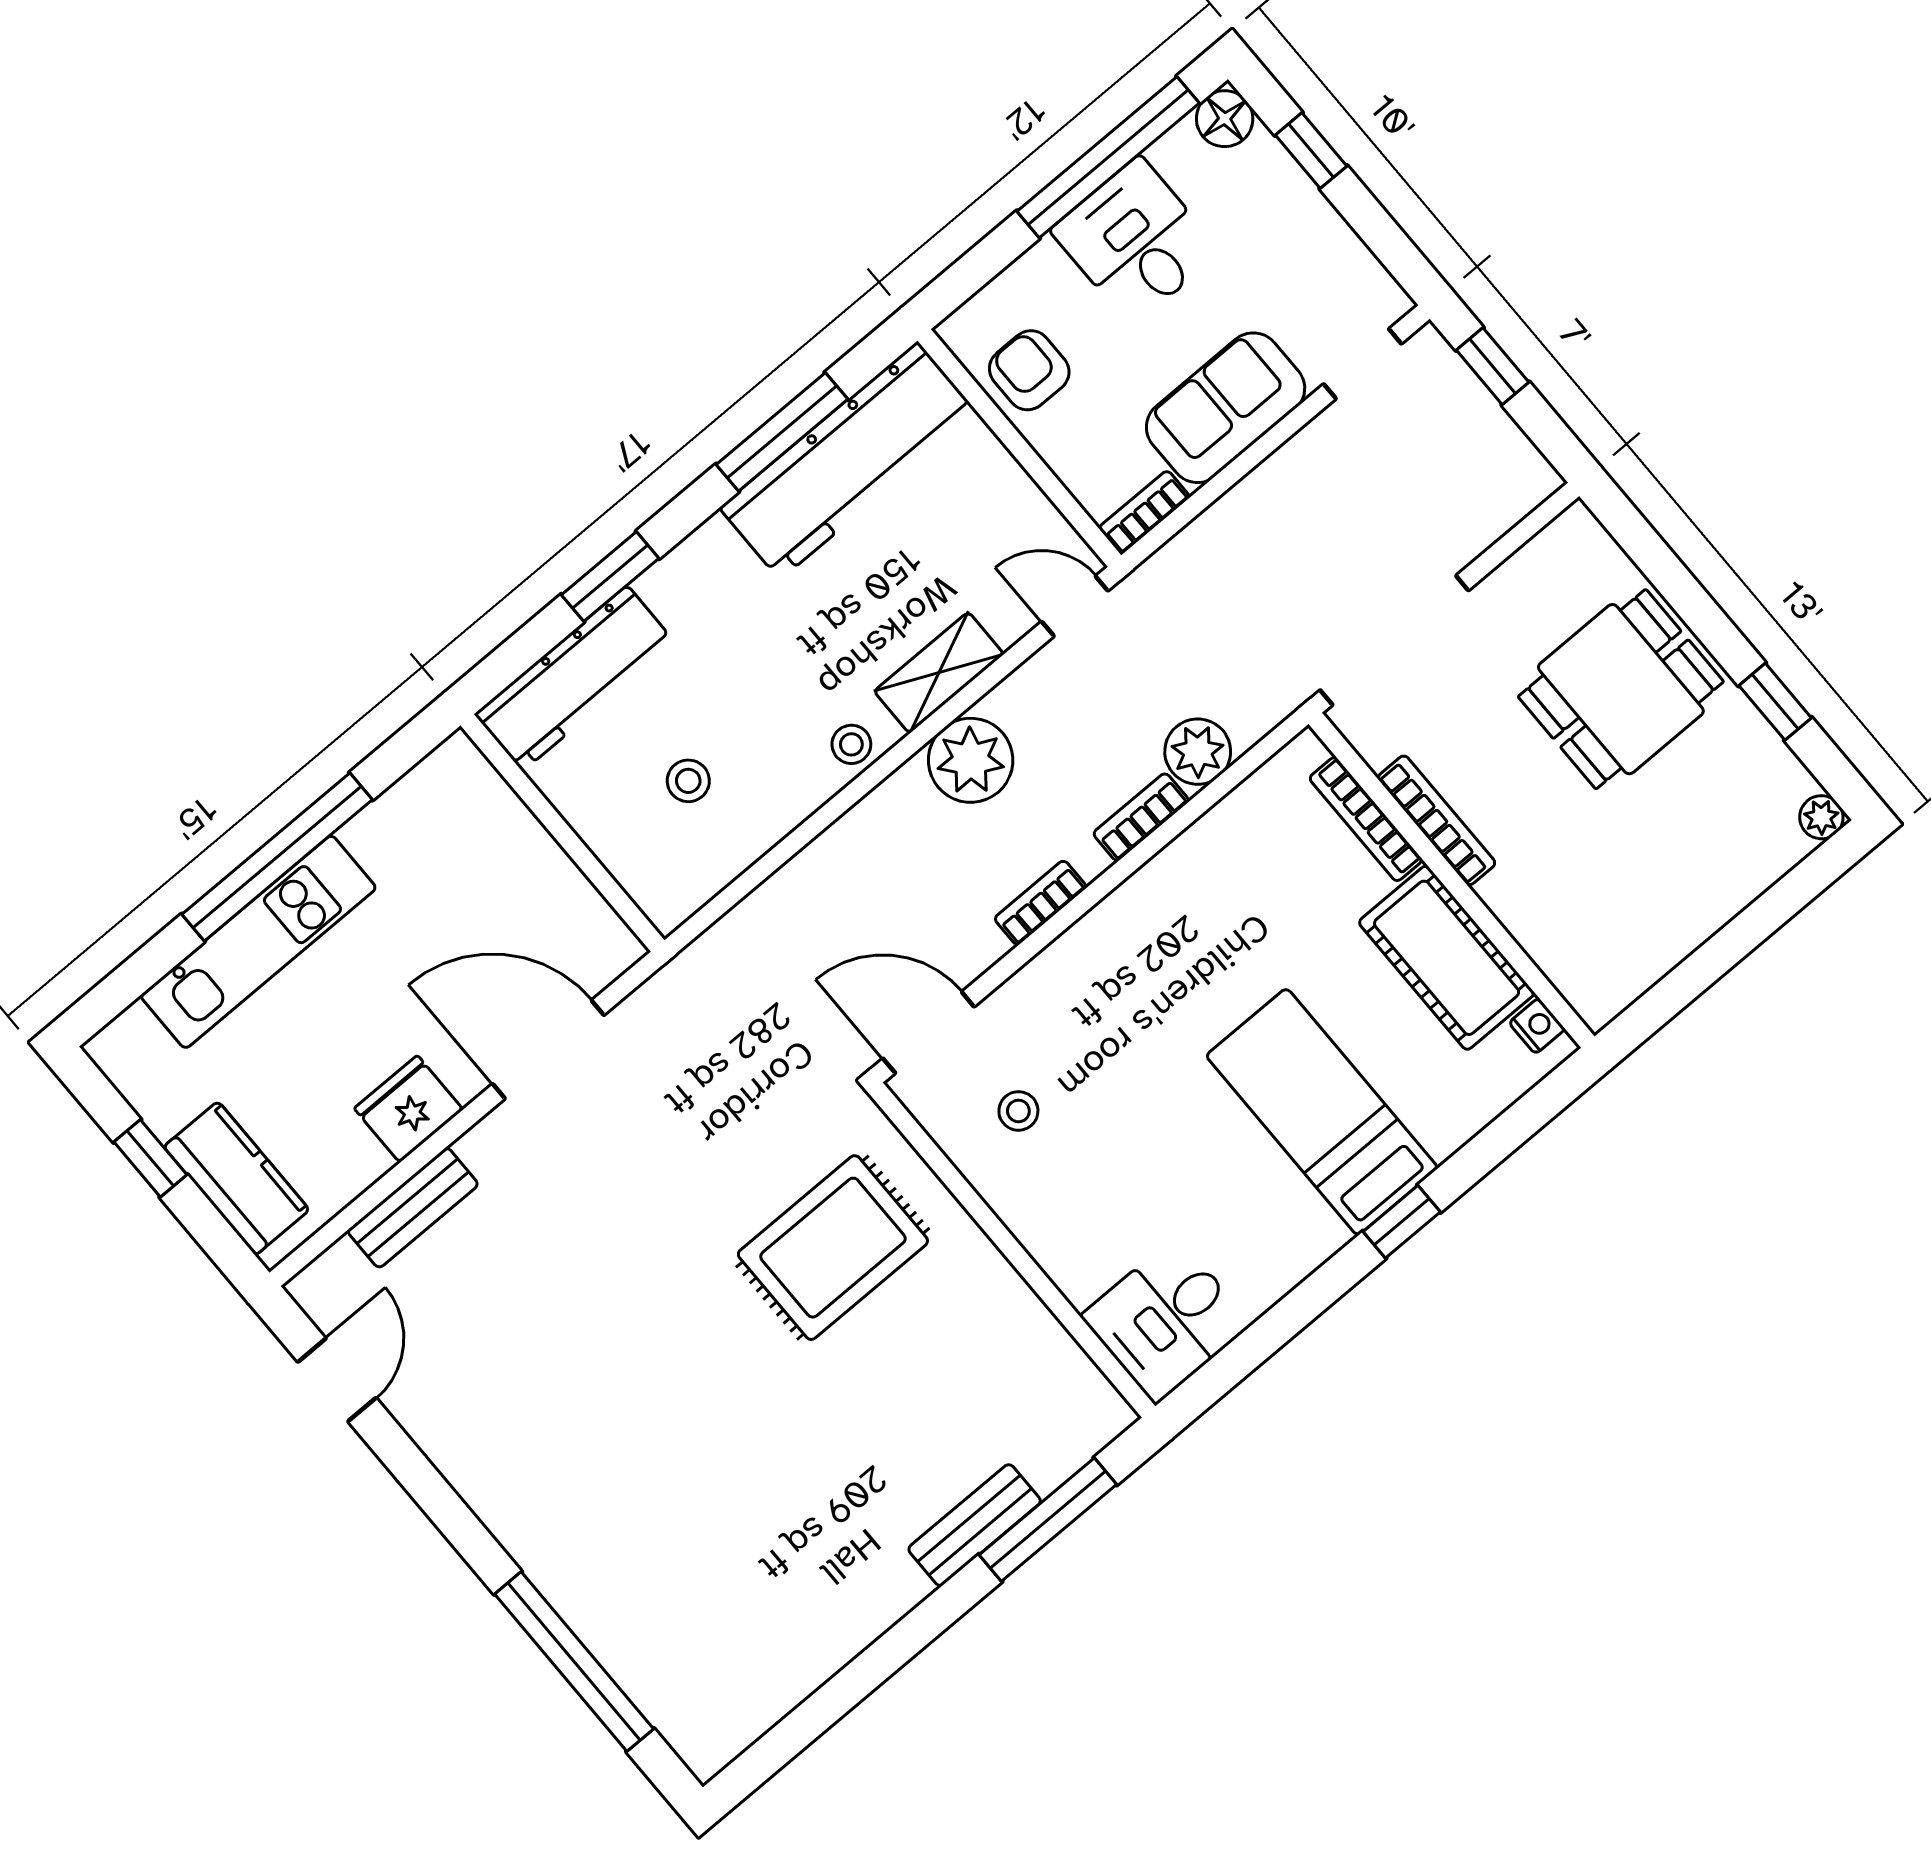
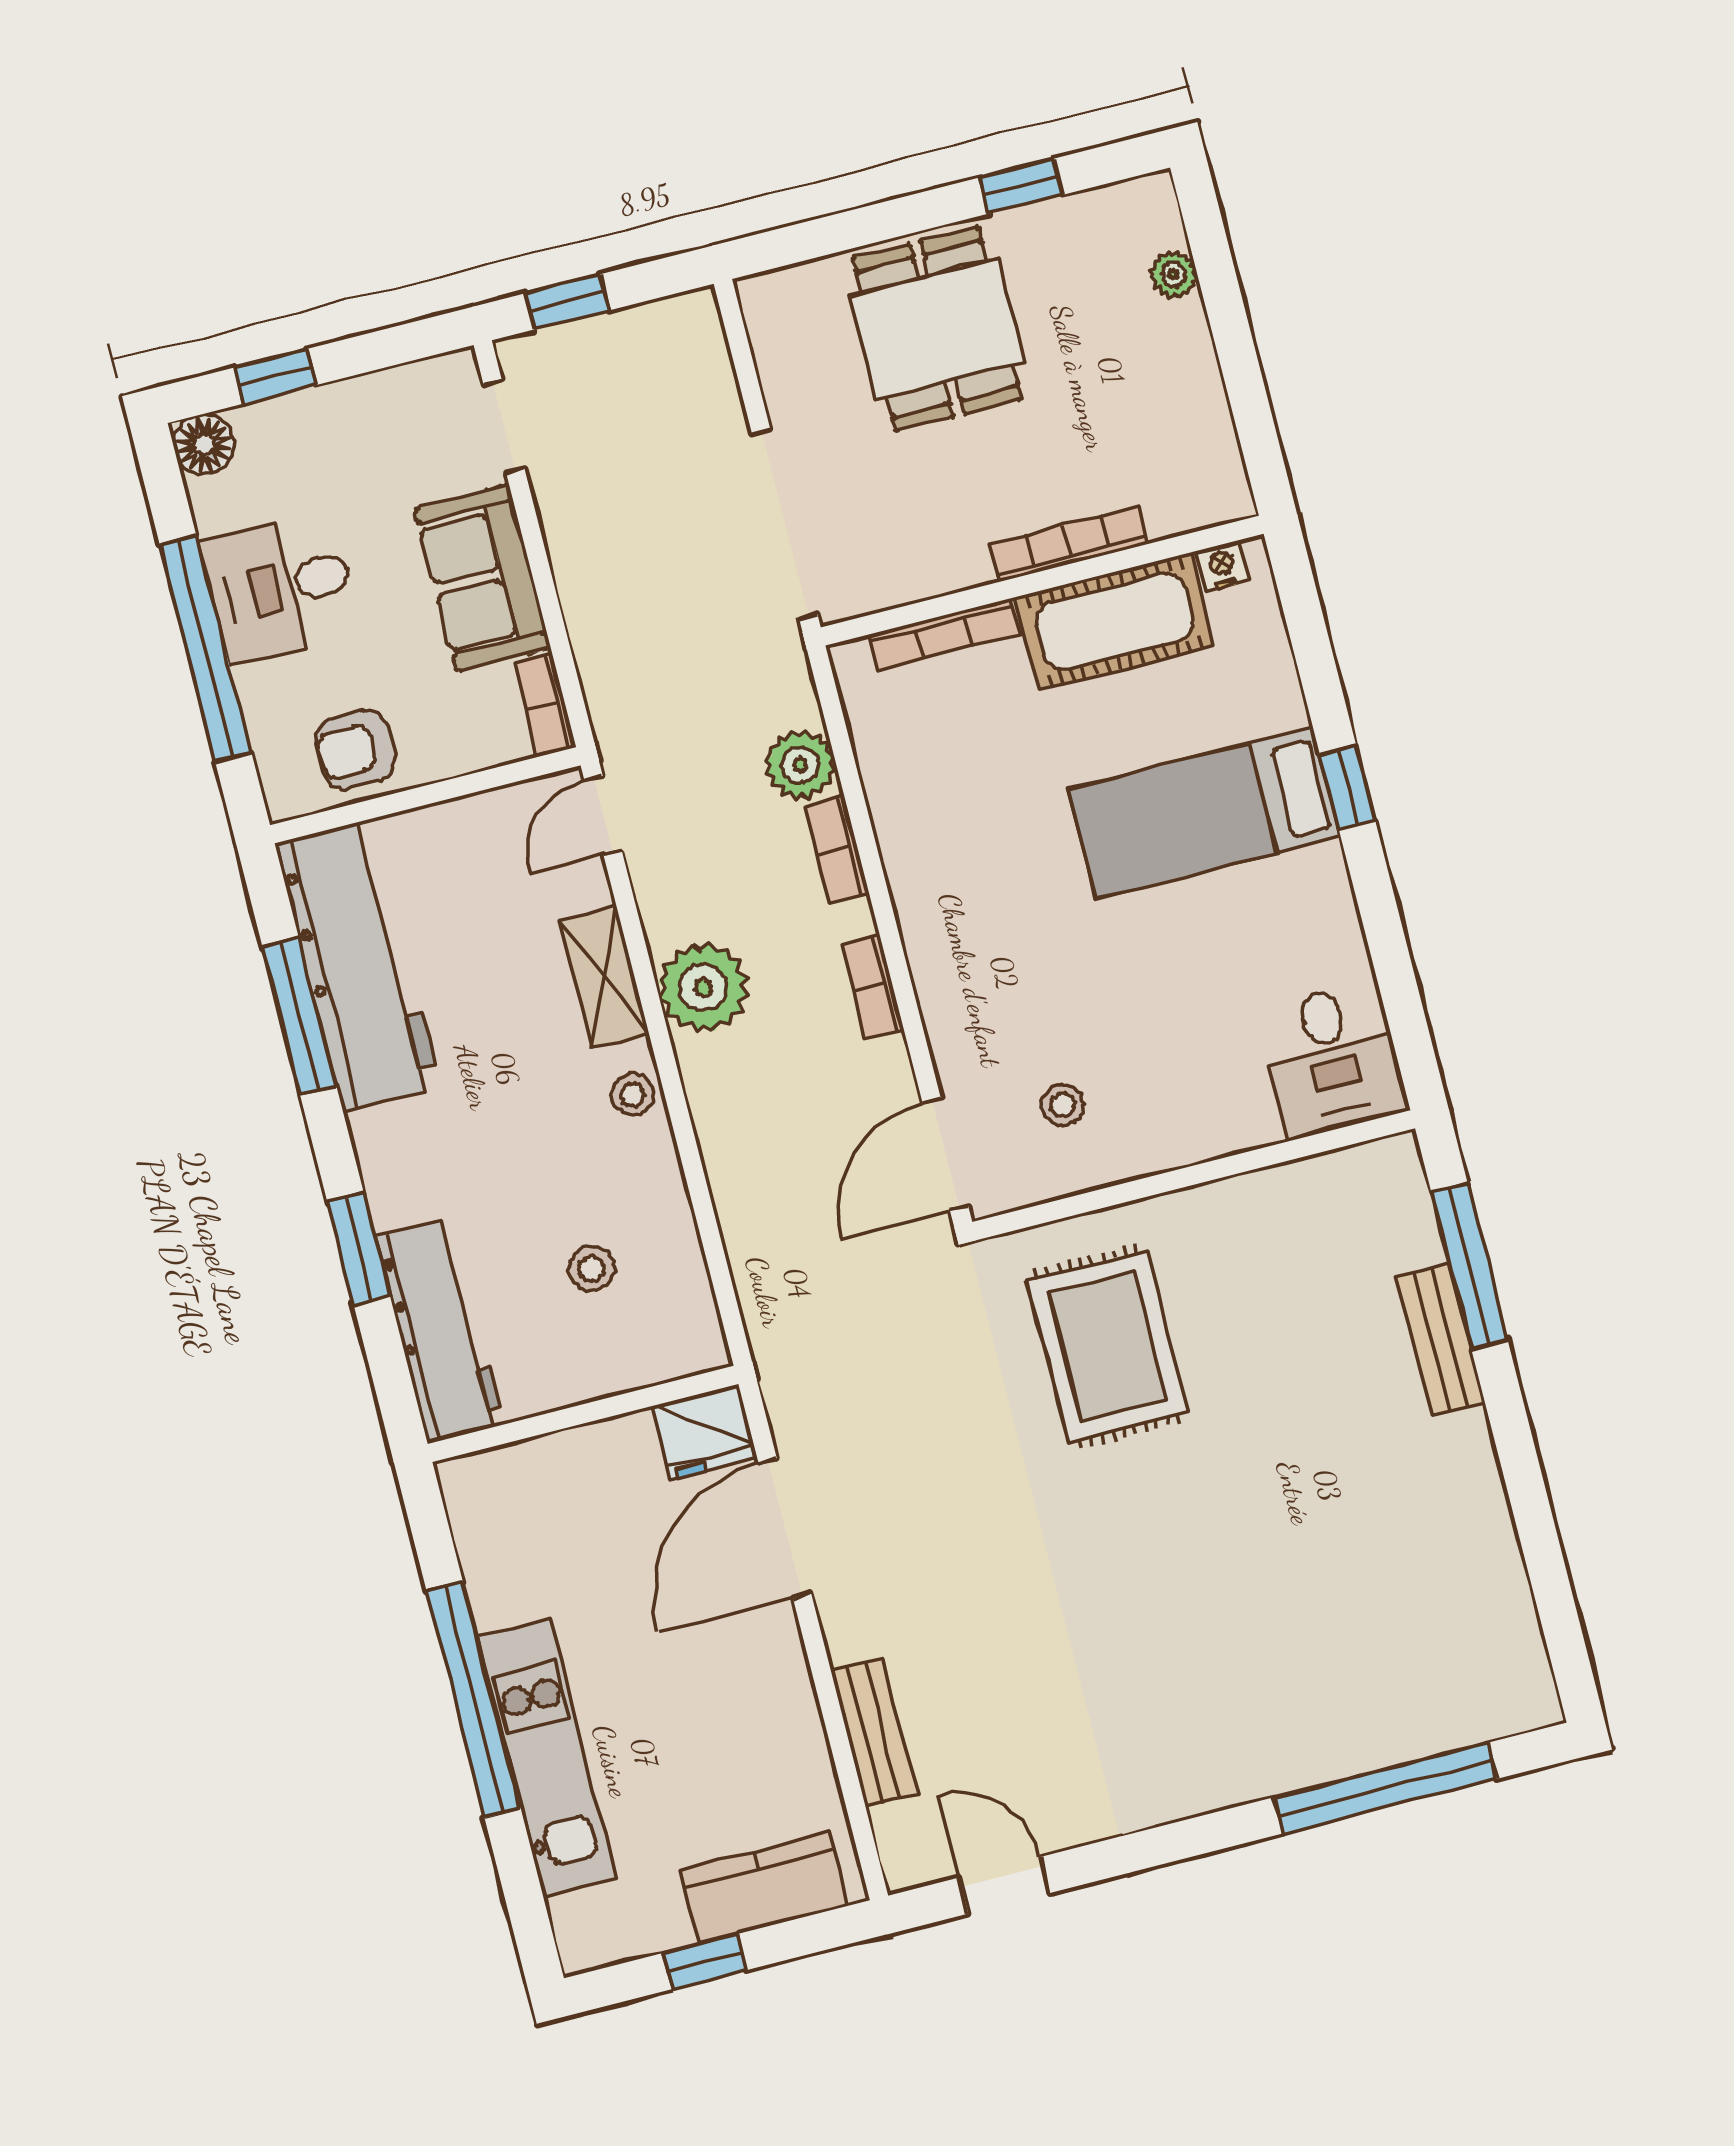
window: (1108, 157) -> (206, 648), moved
plant: (1821, 817) -> (1174, 274), moved
bookcase: (1437, 820) -> (1069, 544), moved
fridge: (409, 1109) -> (705, 1432), moved, turned -90

